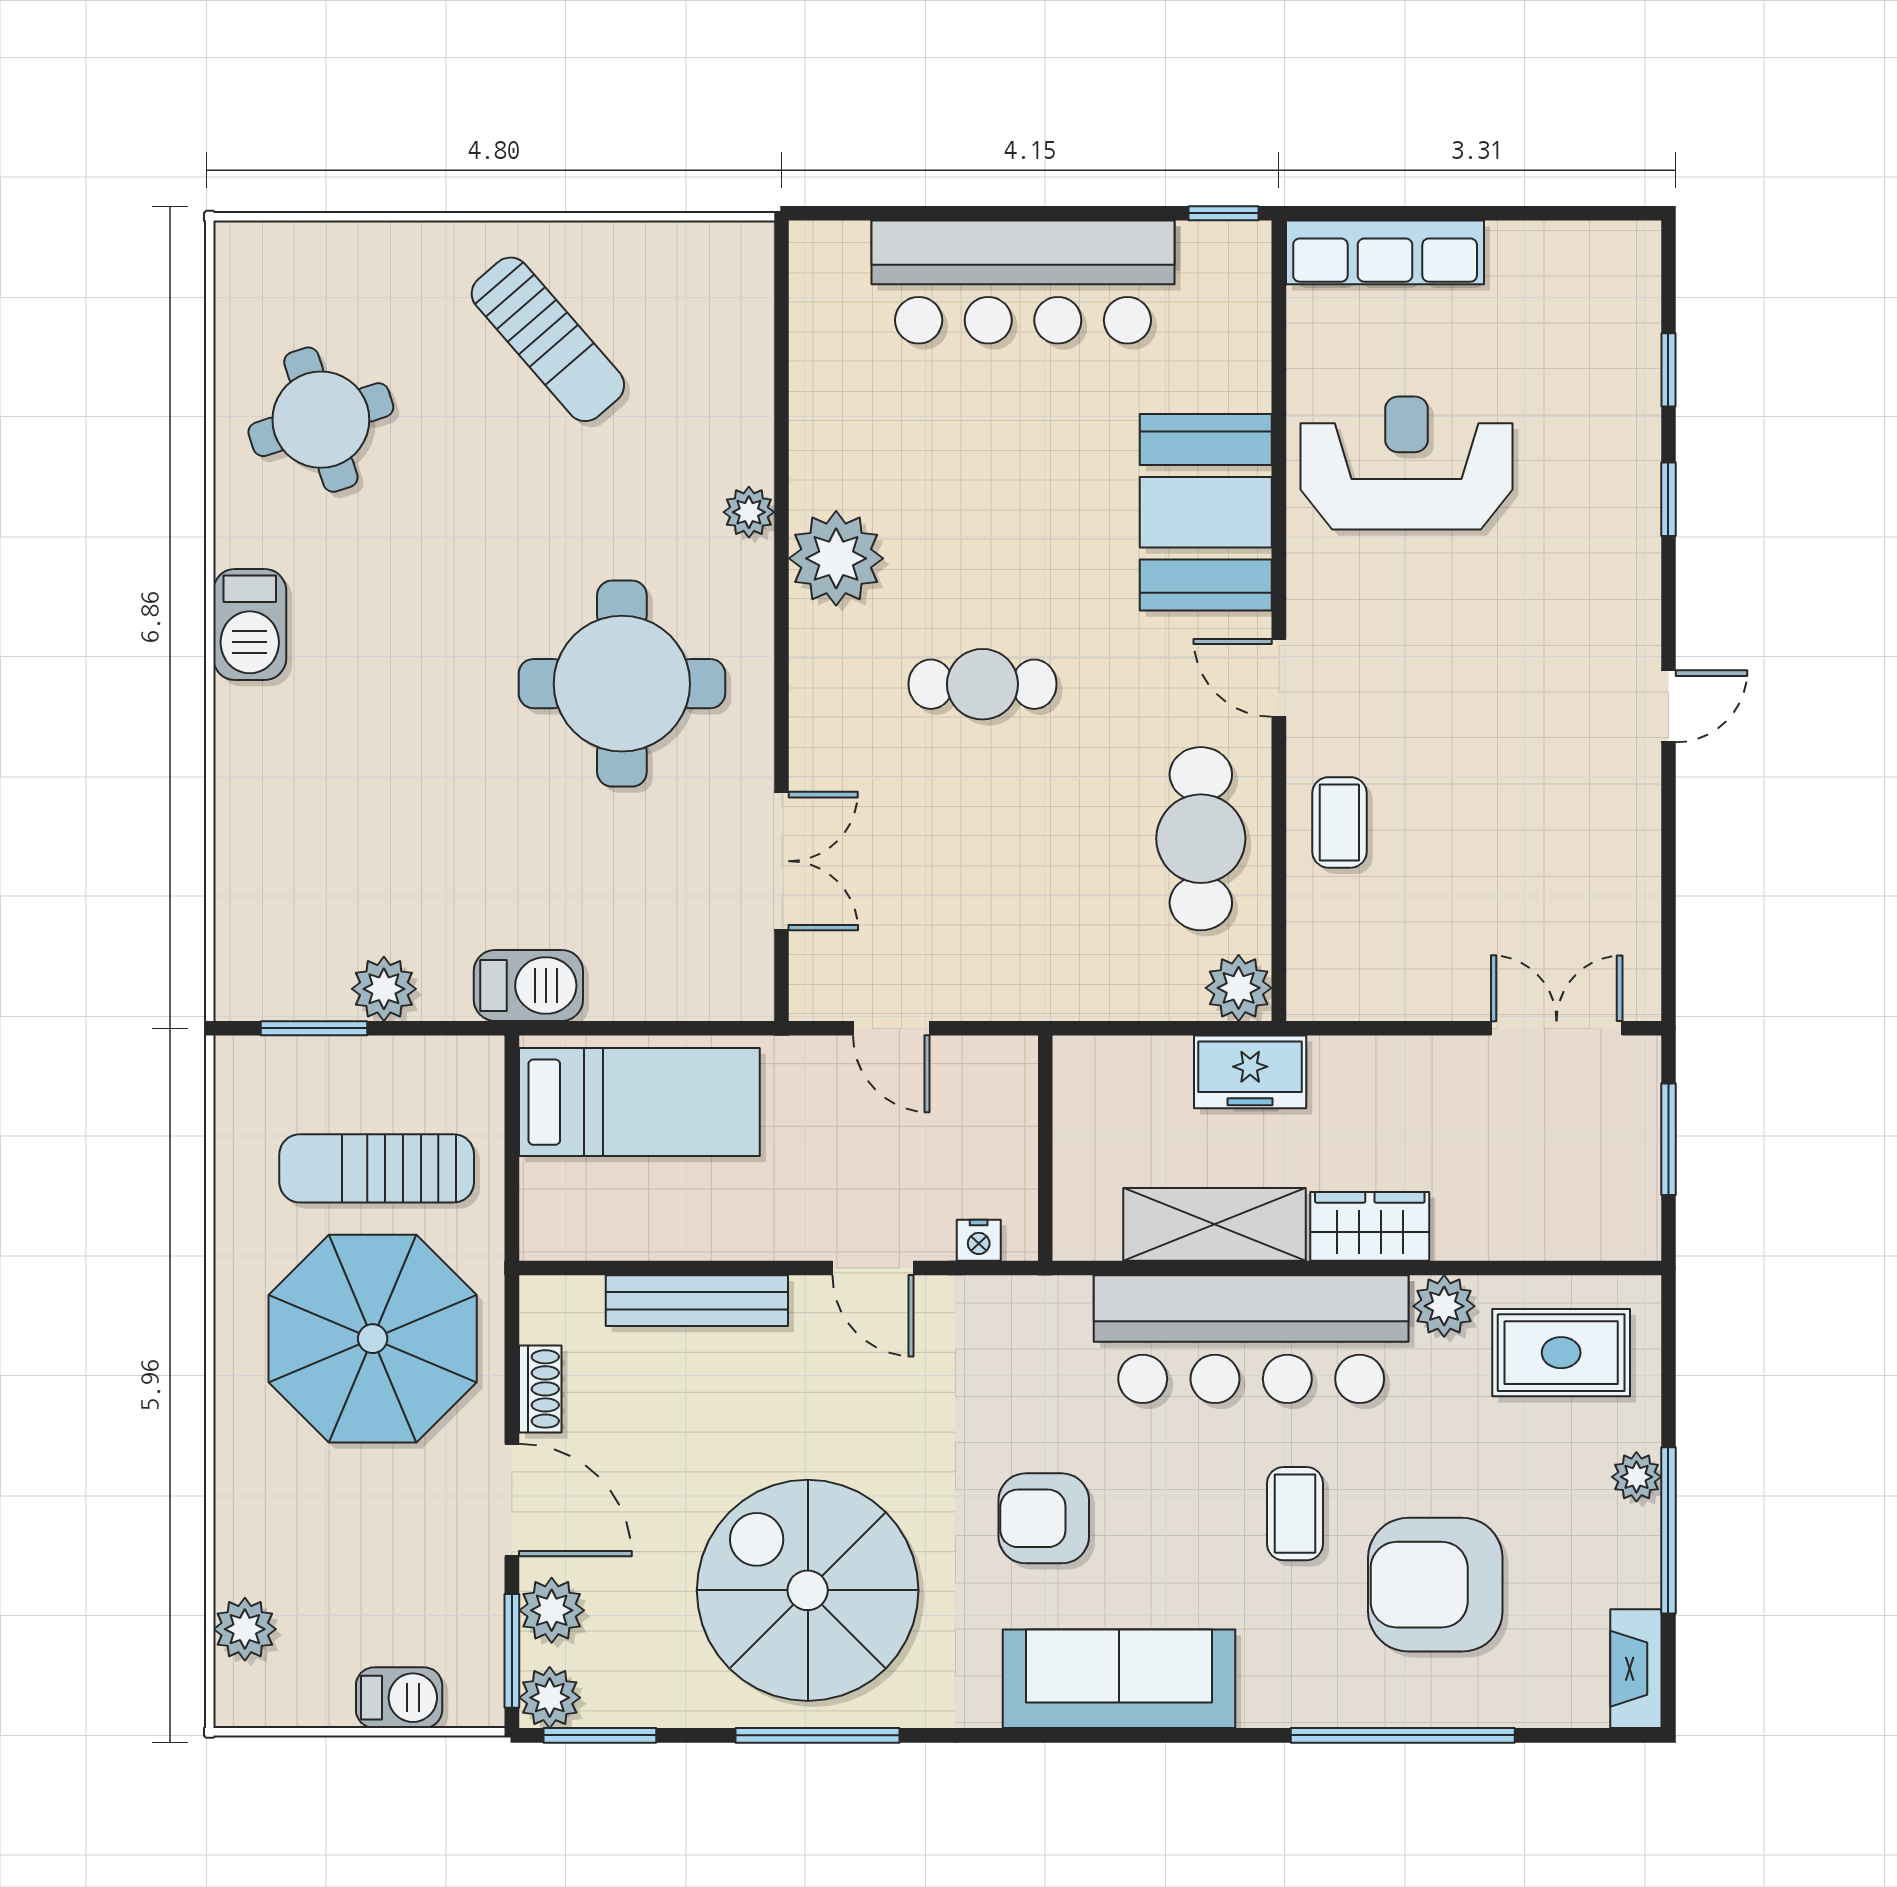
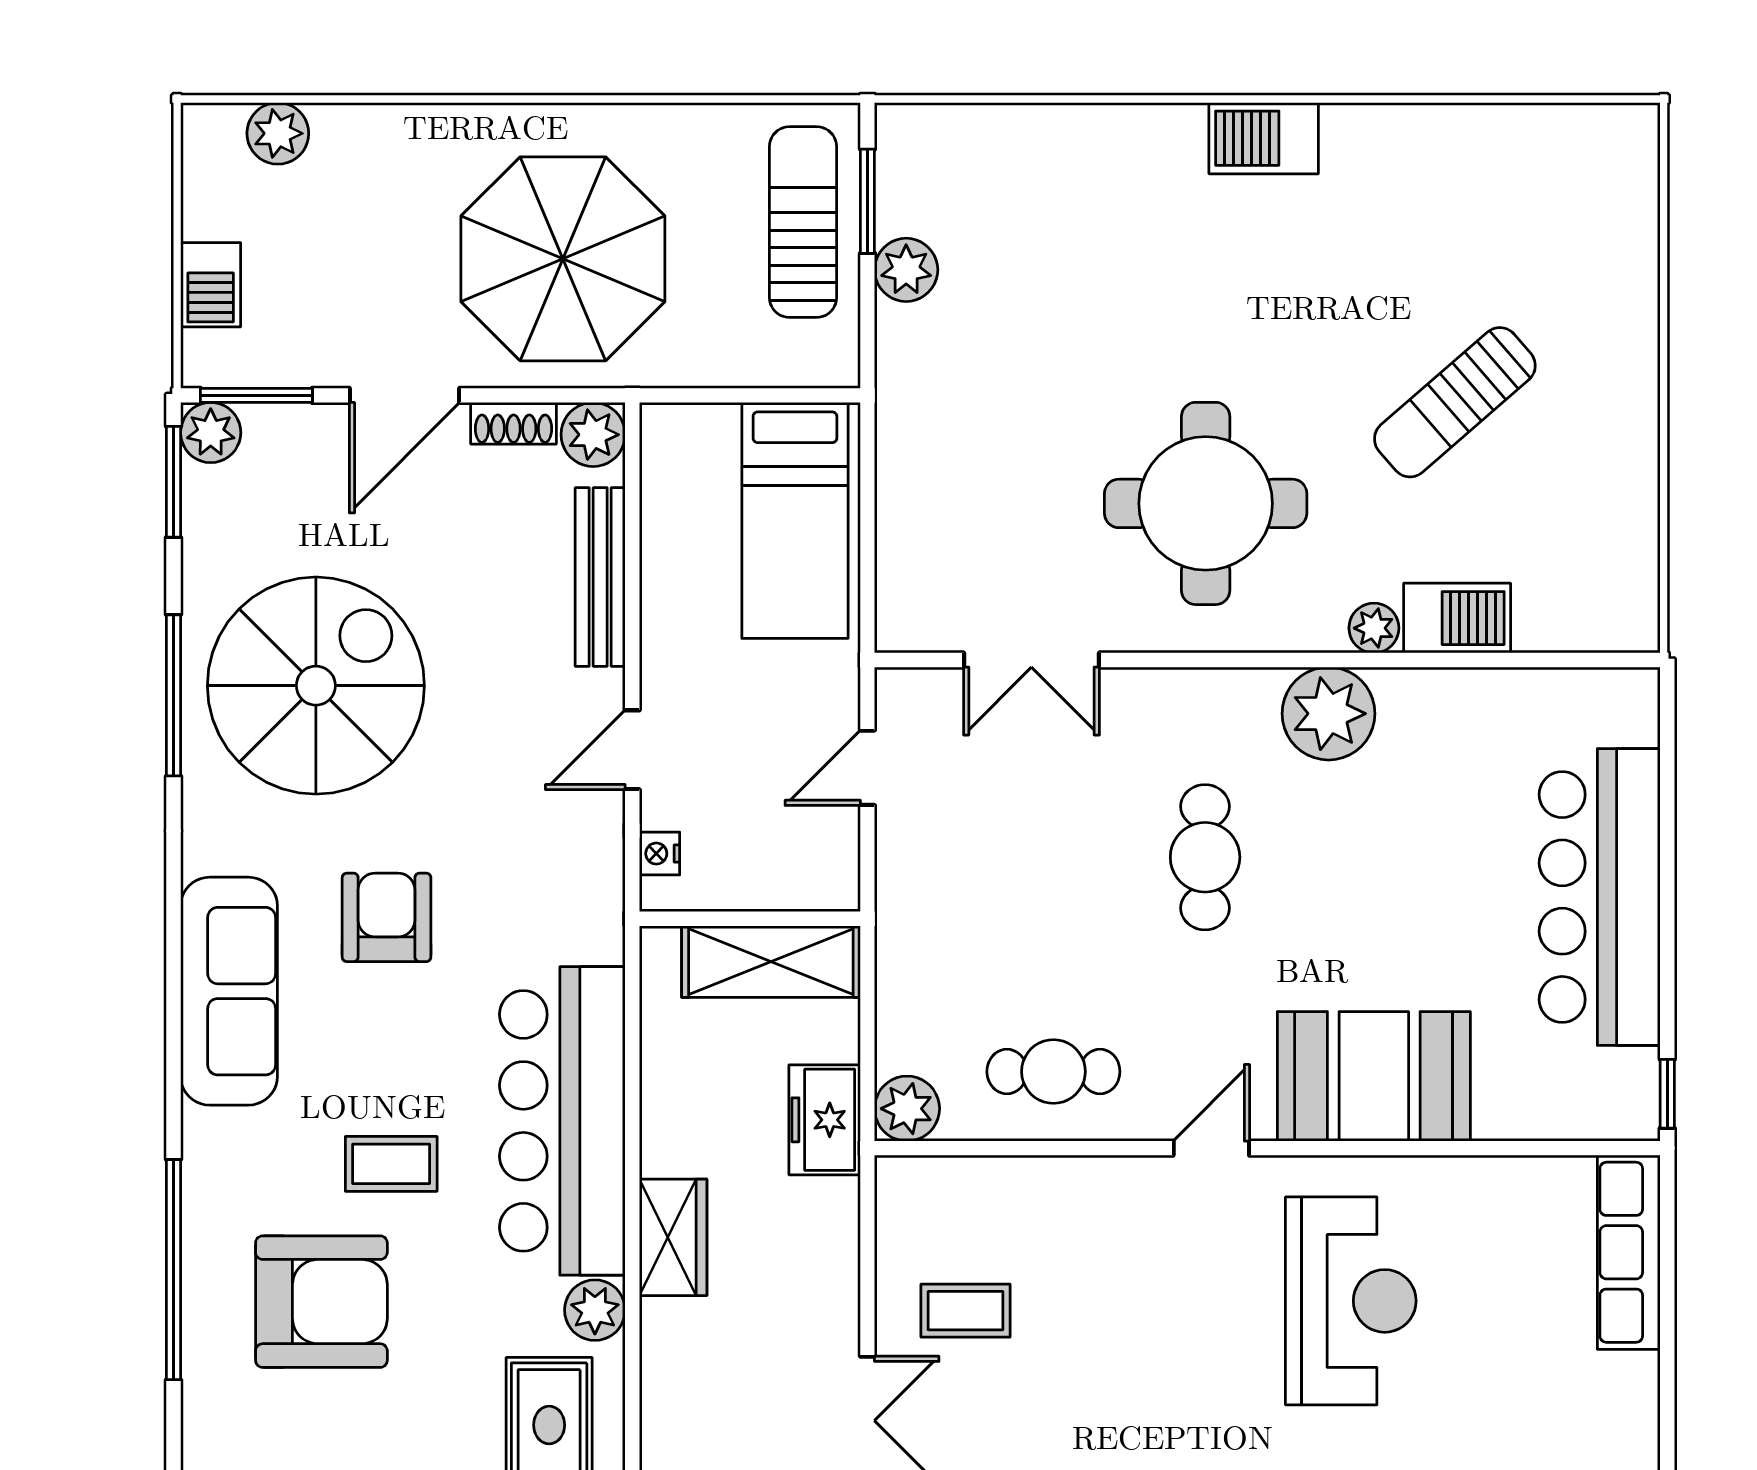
sun lounger: (548, 339) -> (1455, 402), moved
round table: (321, 420) -> (1465, 208), removed
reception desk: (1407, 463) -> (1351, 1301), moved
coffee table: (1339, 822) -> (965, 1311), moved
cafe table: (1201, 839) -> (1053, 1072), width x0.73, depth x0.74
barbecue: (528, 985) -> (1457, 618), moved, turned -90
sun lounger: (377, 1168) -> (803, 222), moved
shelving: (1215, 1224) -> (771, 962), moved, turned 90
armchair: (1435, 1585) -> (321, 1302), turned 90
plant: (552, 1610) -> (593, 435), moved

